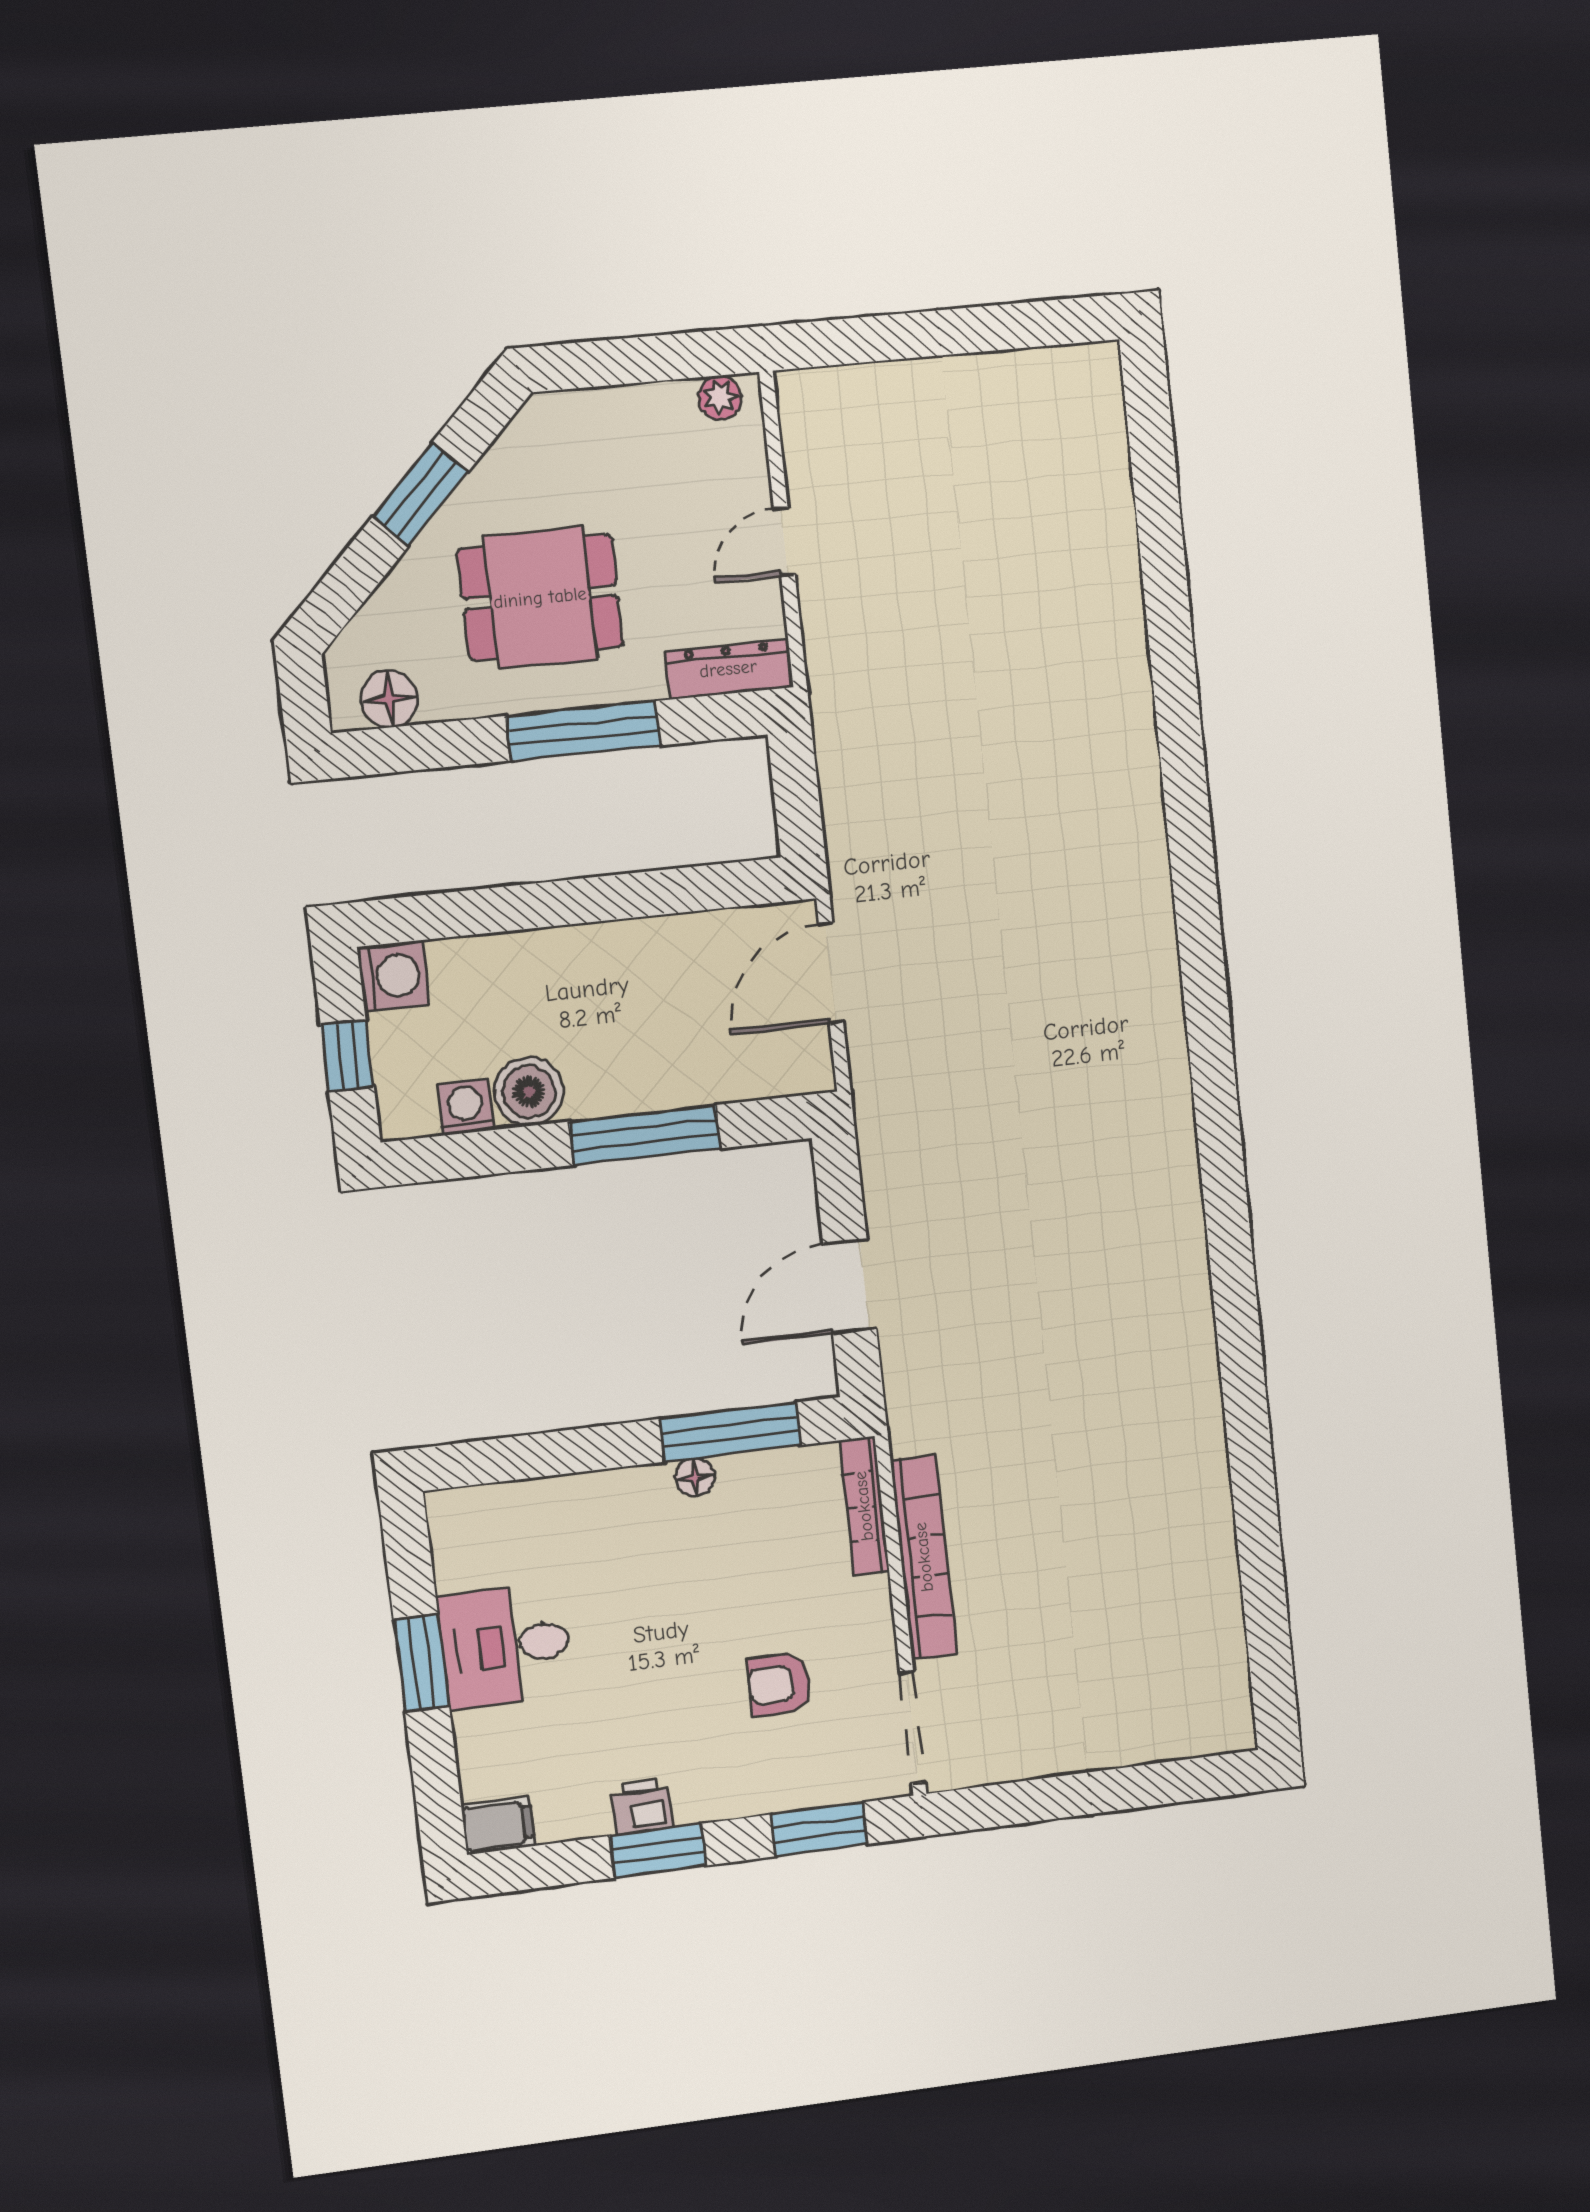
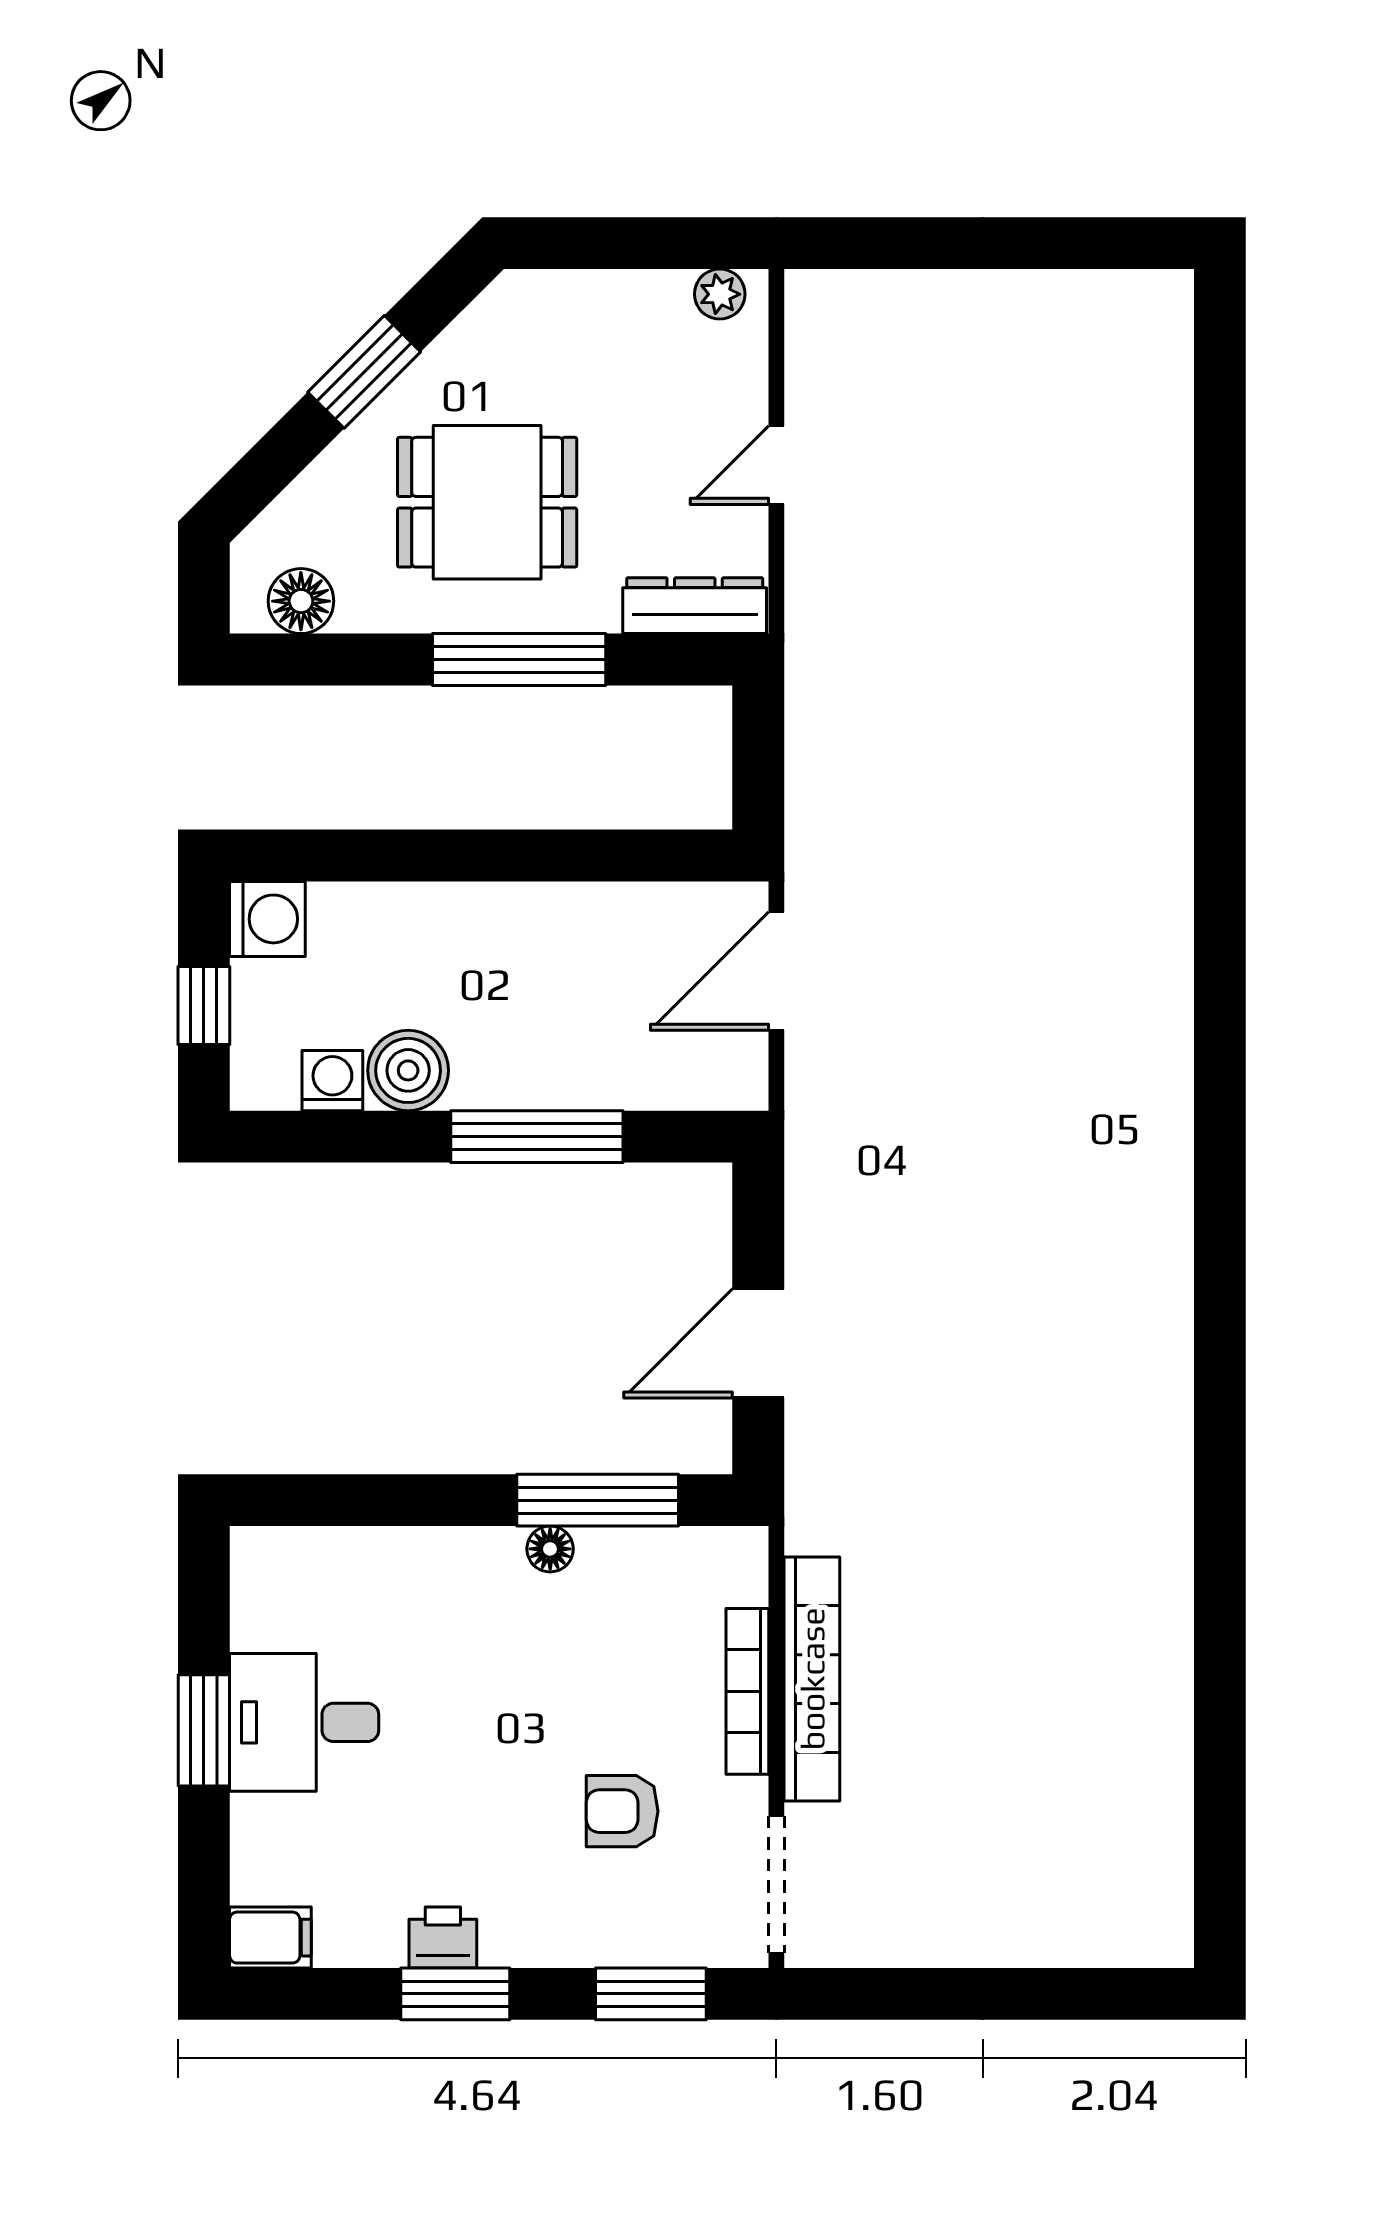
bookcase: (864, 1506) -> (747, 1691), moved

